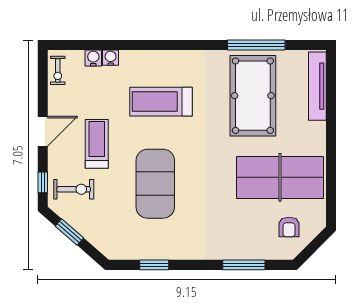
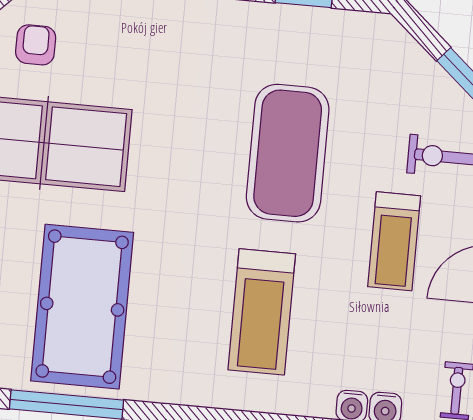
treadmill: (161, 102) -> (262, 312), turned 90

